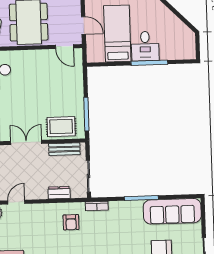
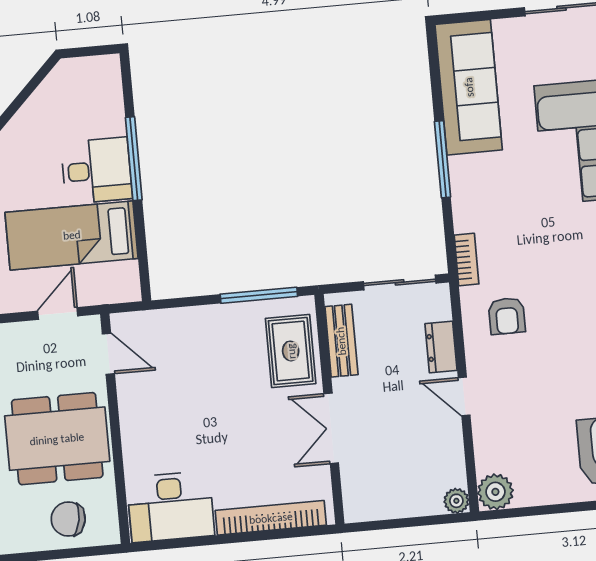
door: (64, 47) -> (108, 354), hinge flipped
door: (16, 202) -> (464, 396), moved
armchair: (71, 222) -> (507, 316), turned 90

